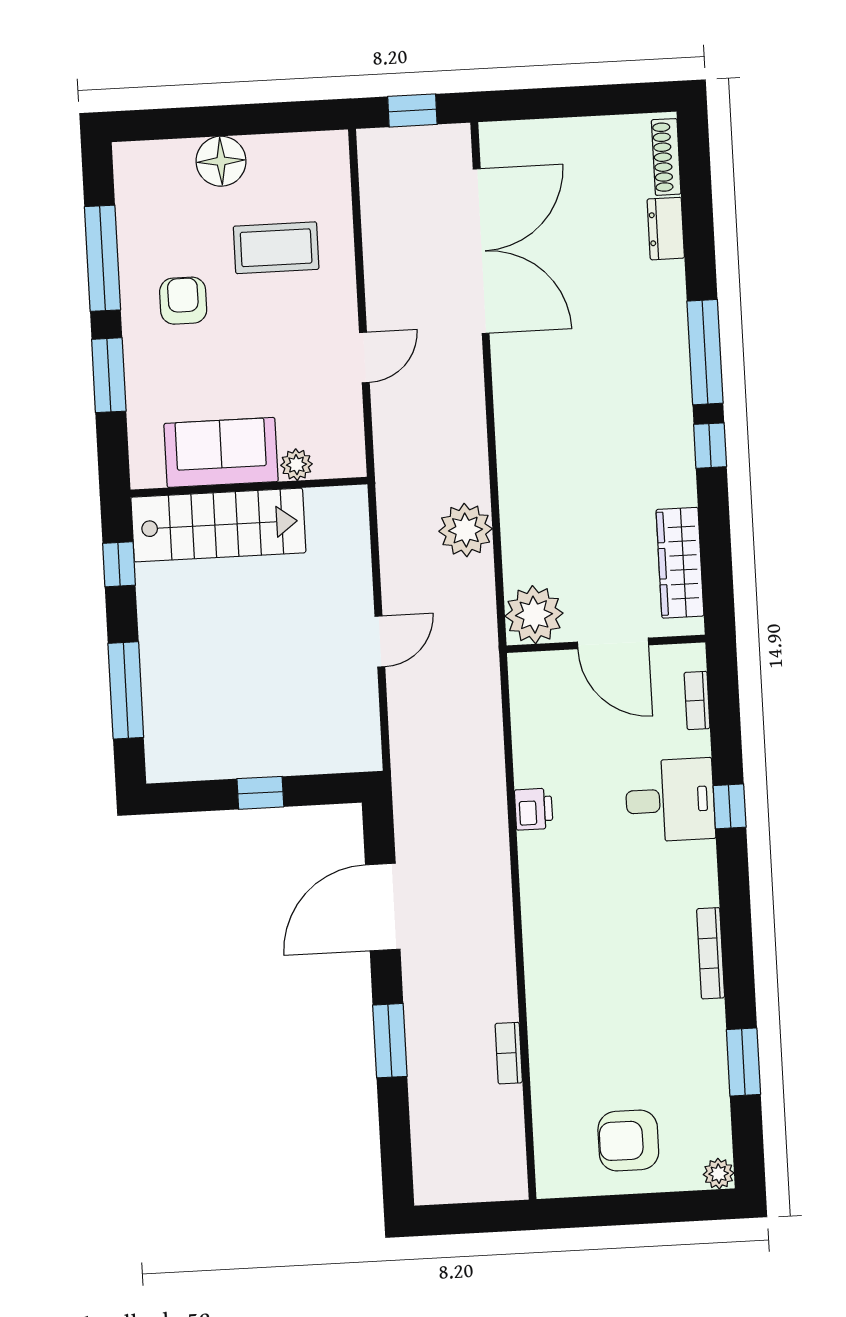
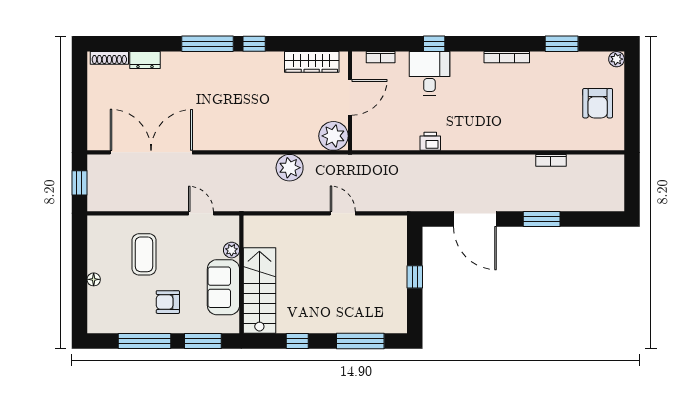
floor lamp: (221, 161) -> (94, 279), width x0.53, depth x0.53
sofa: (221, 452) -> (223, 287), moved
plant: (296, 465) -> (232, 250), moved
wall: (249, 487) -> (241, 274), moved
stairs: (218, 525) -> (259, 291), moved

